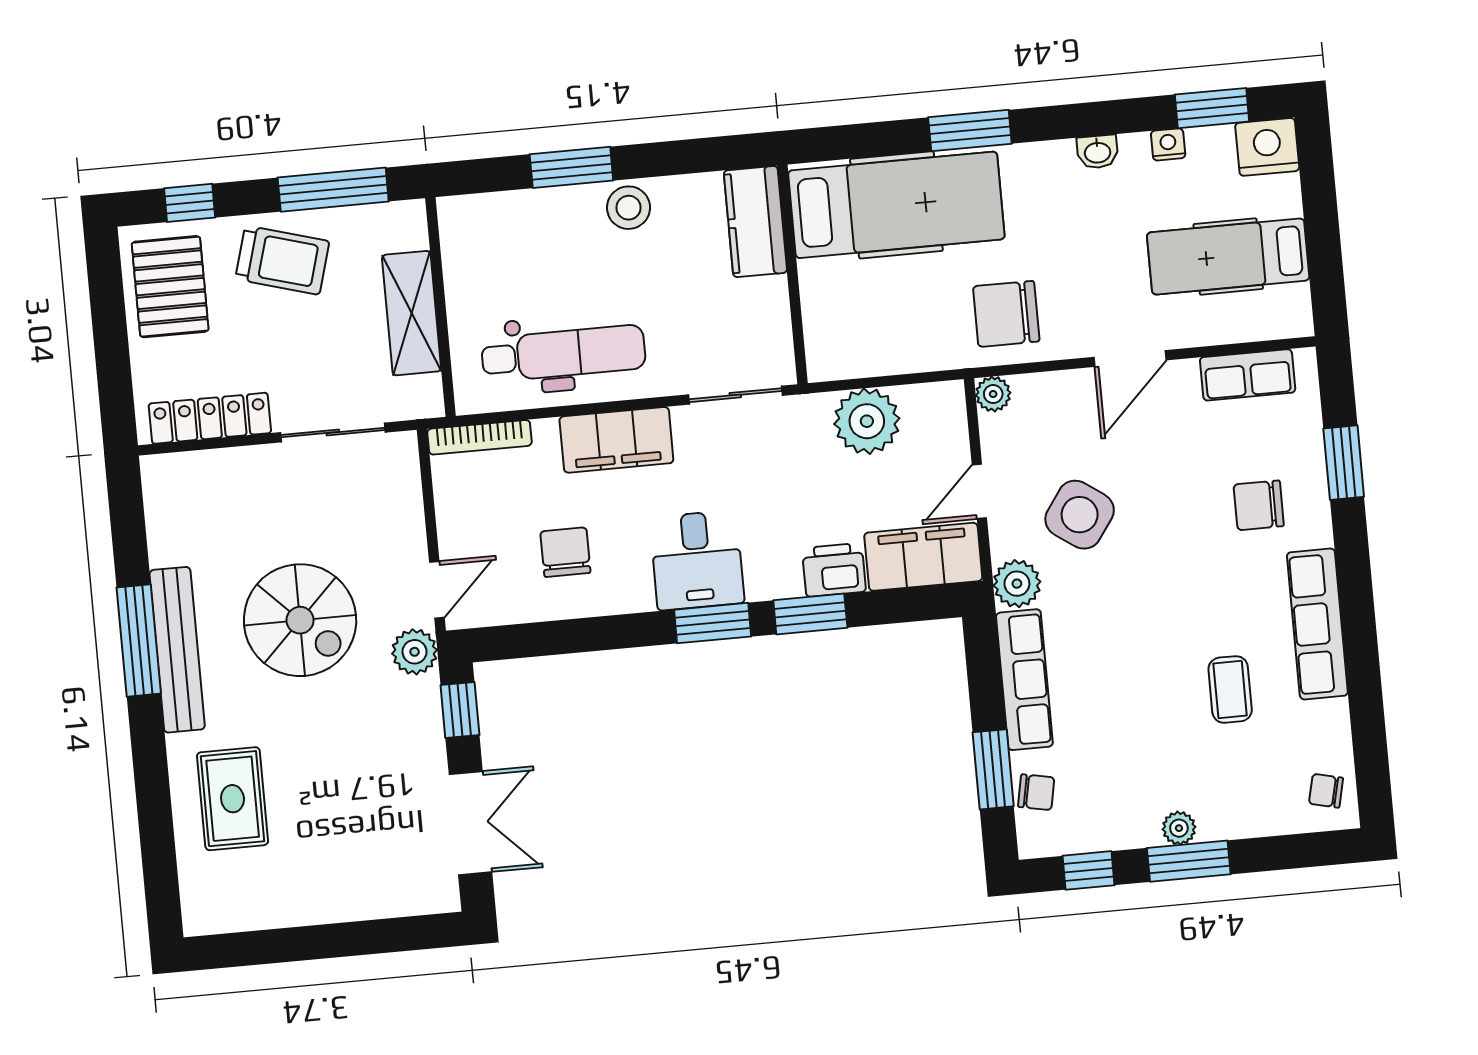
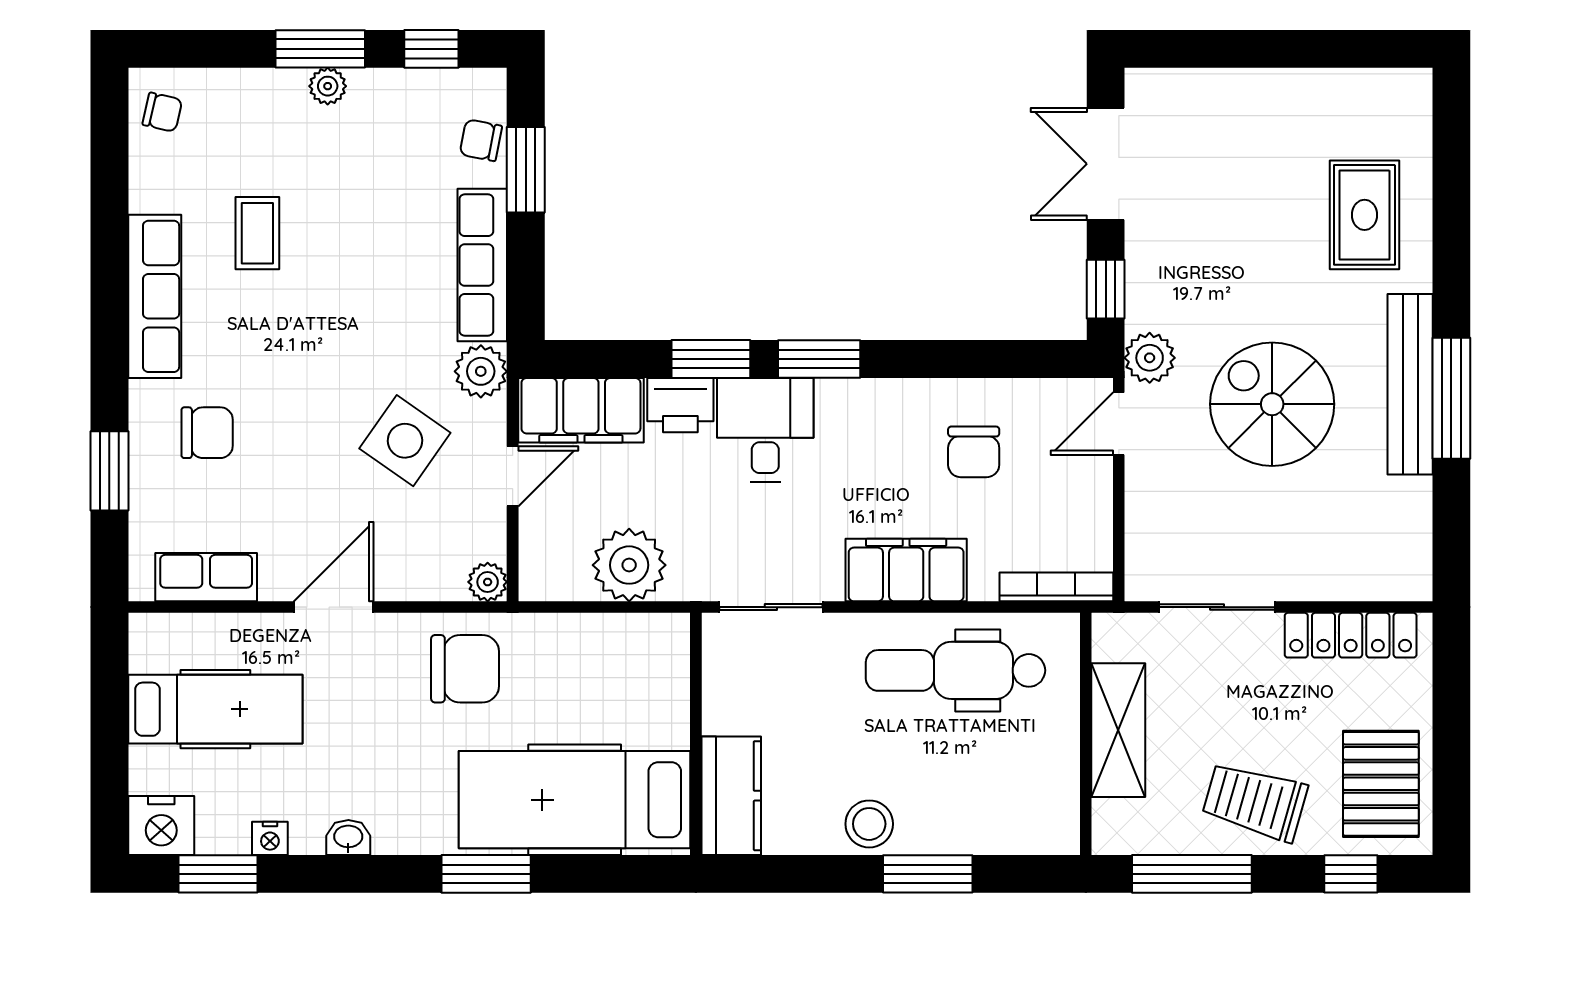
desk: (697, 560) -> (765, 430), moved

